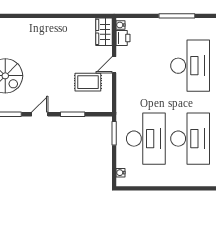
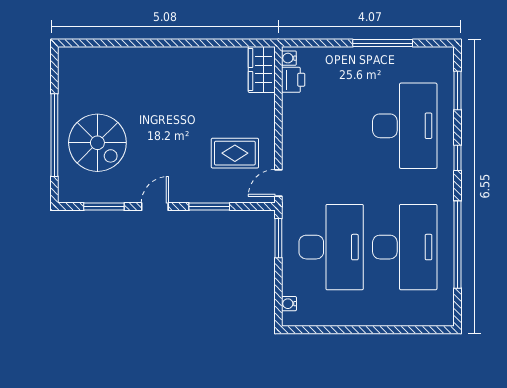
door: (114, 65) -> (278, 183), moved

